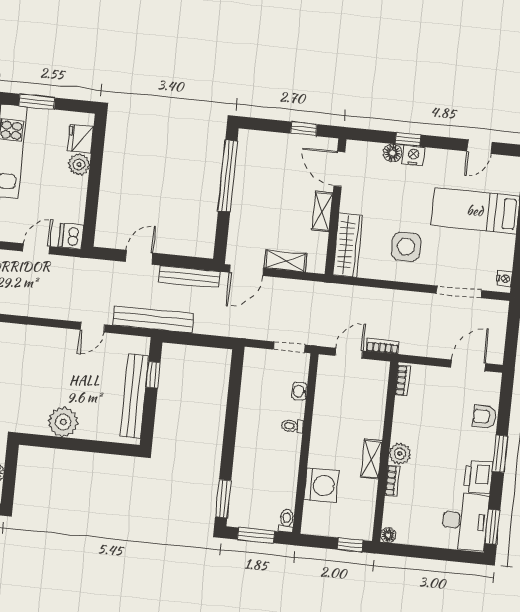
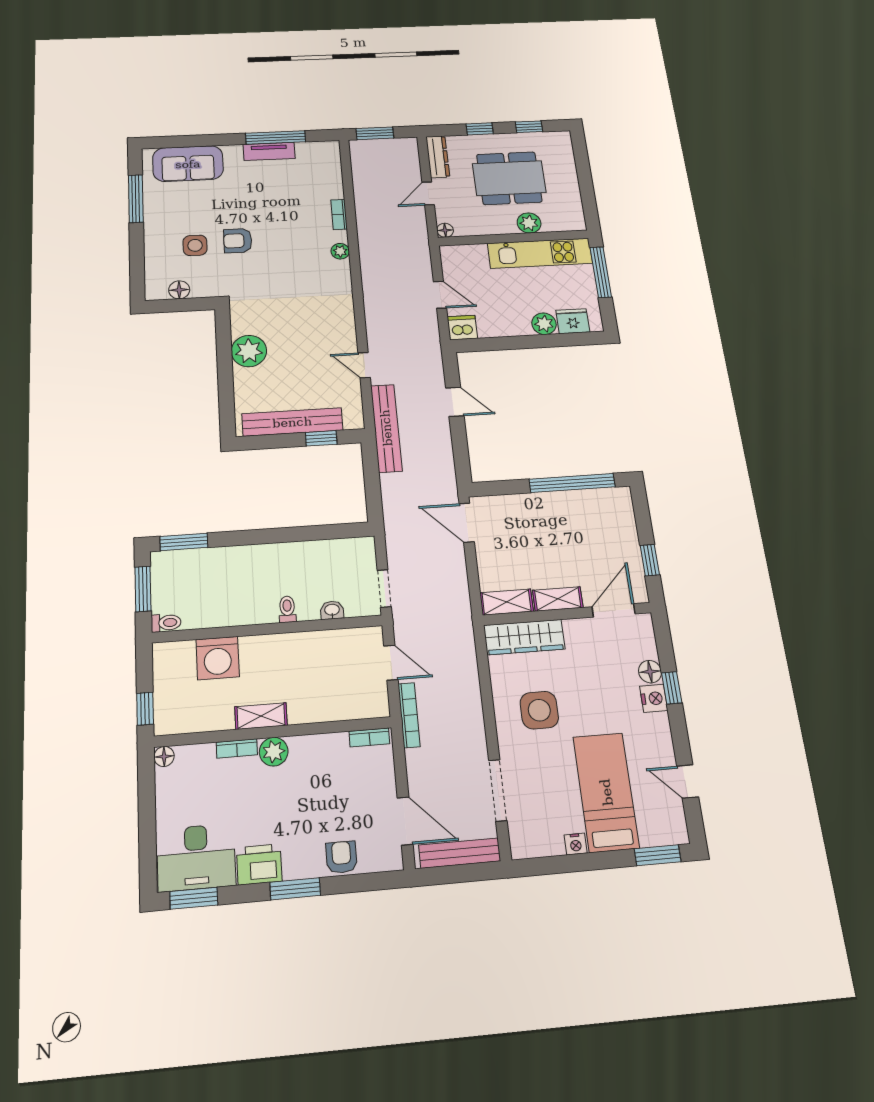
window: (37, 102) -> (601, 272), width x1.44
shelving: (285, 261) -> (507, 602), moved, turned 90
bench: (190, 277) -> (460, 853), moved, turned 90
nightstand: (504, 279) -> (576, 844), moved
bookcase: (383, 346) -> (409, 715), width x1.56

